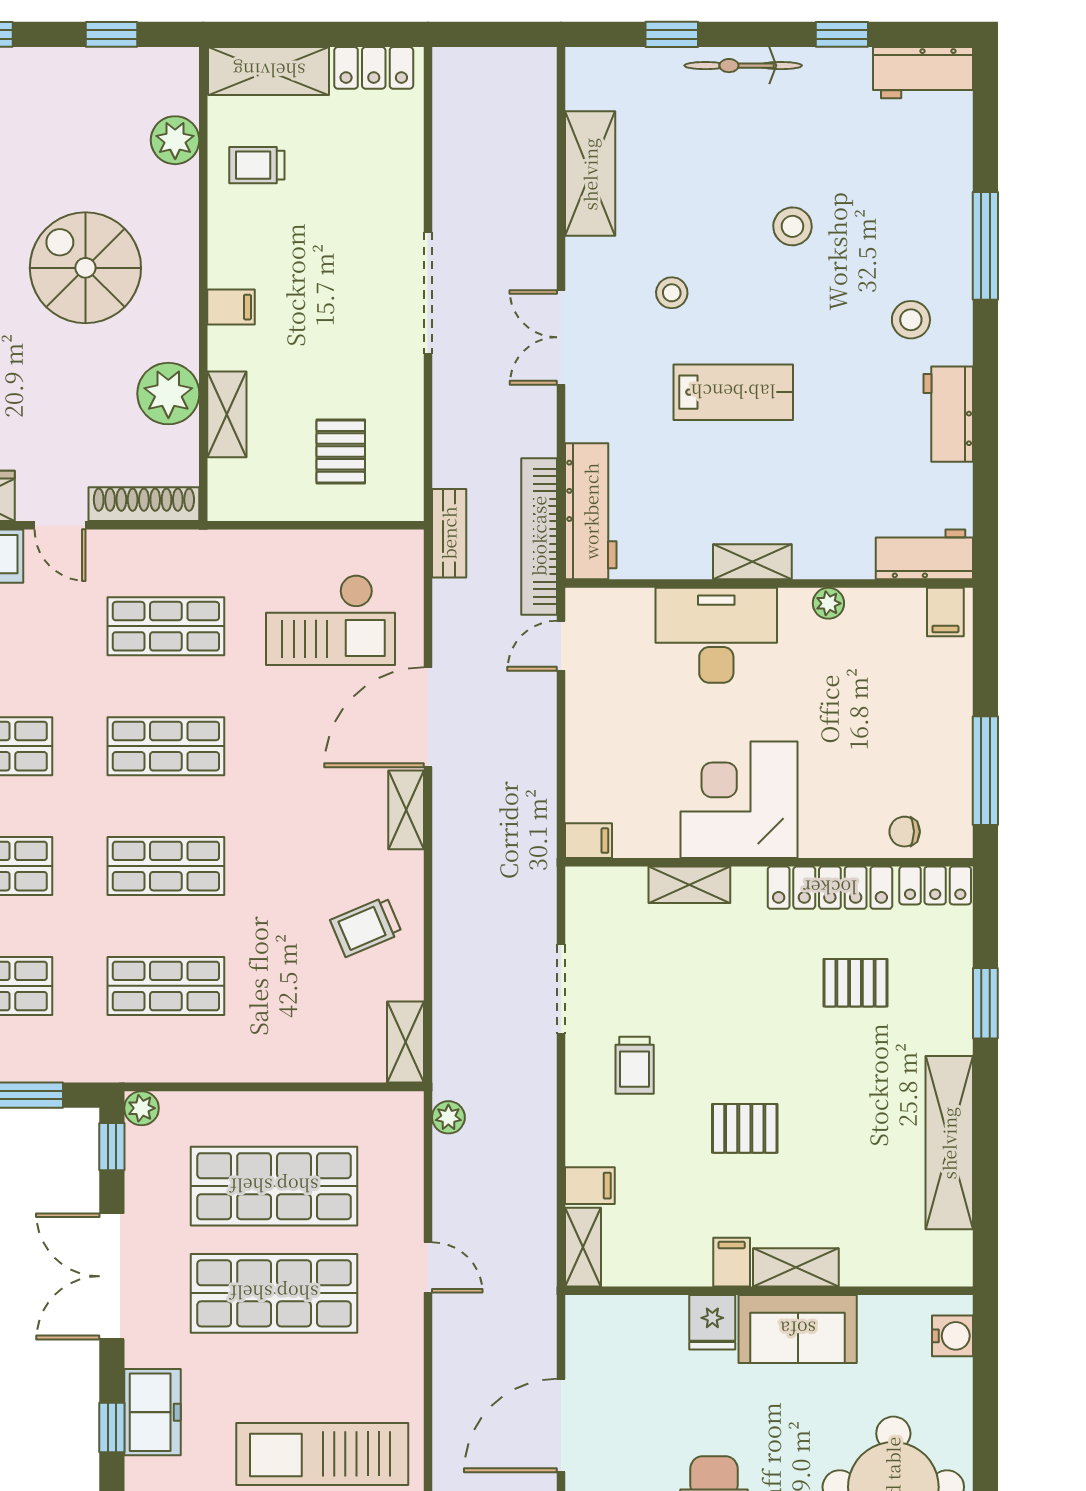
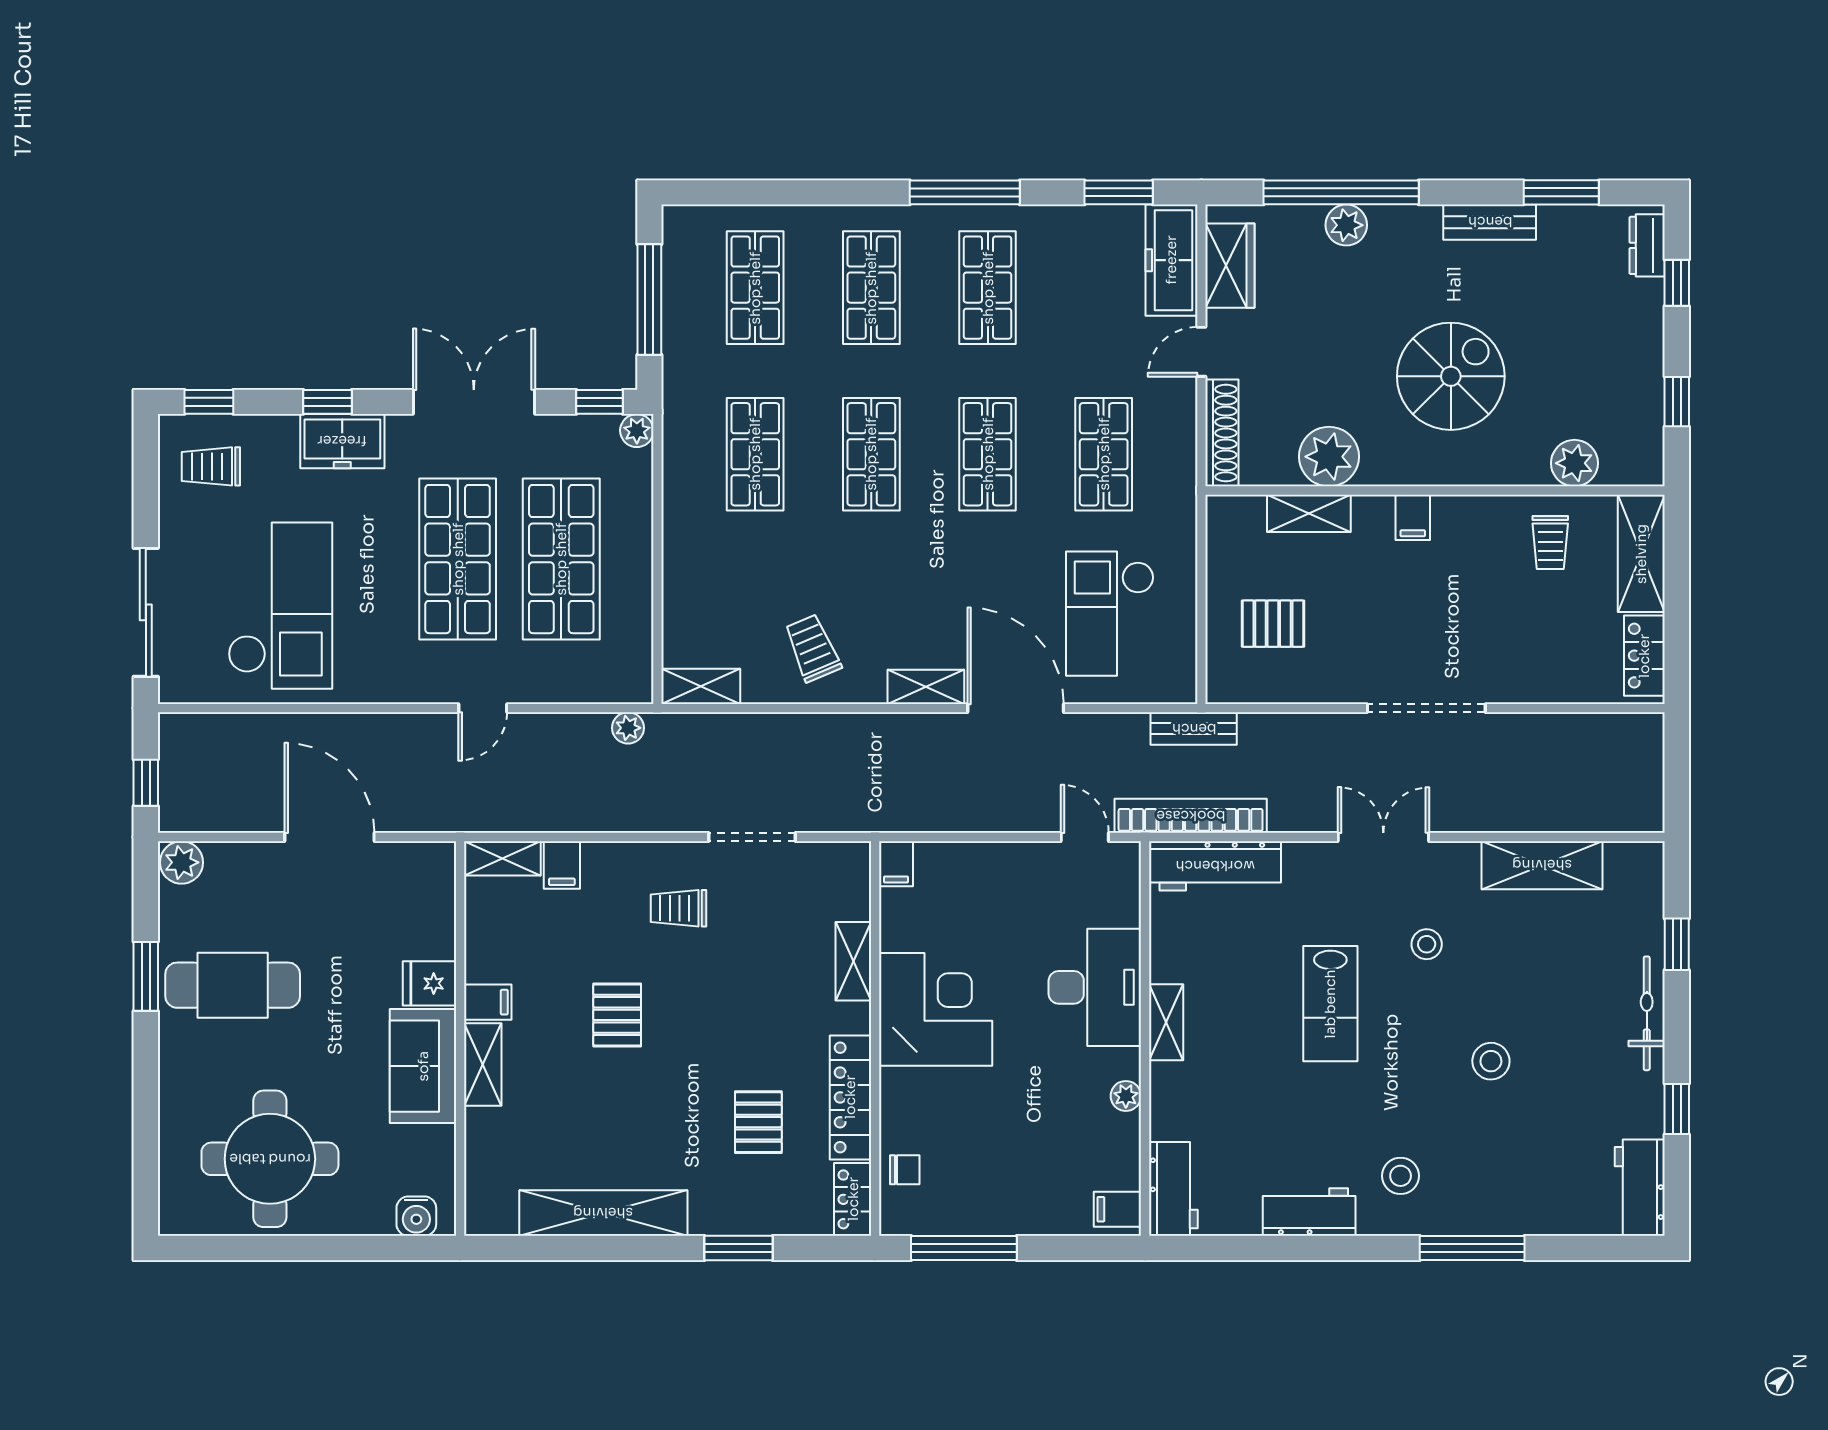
trolley: (257, 165) -> (1550, 542), turned 180
chair: (905, 832) -> (905, 1170), turned 90

